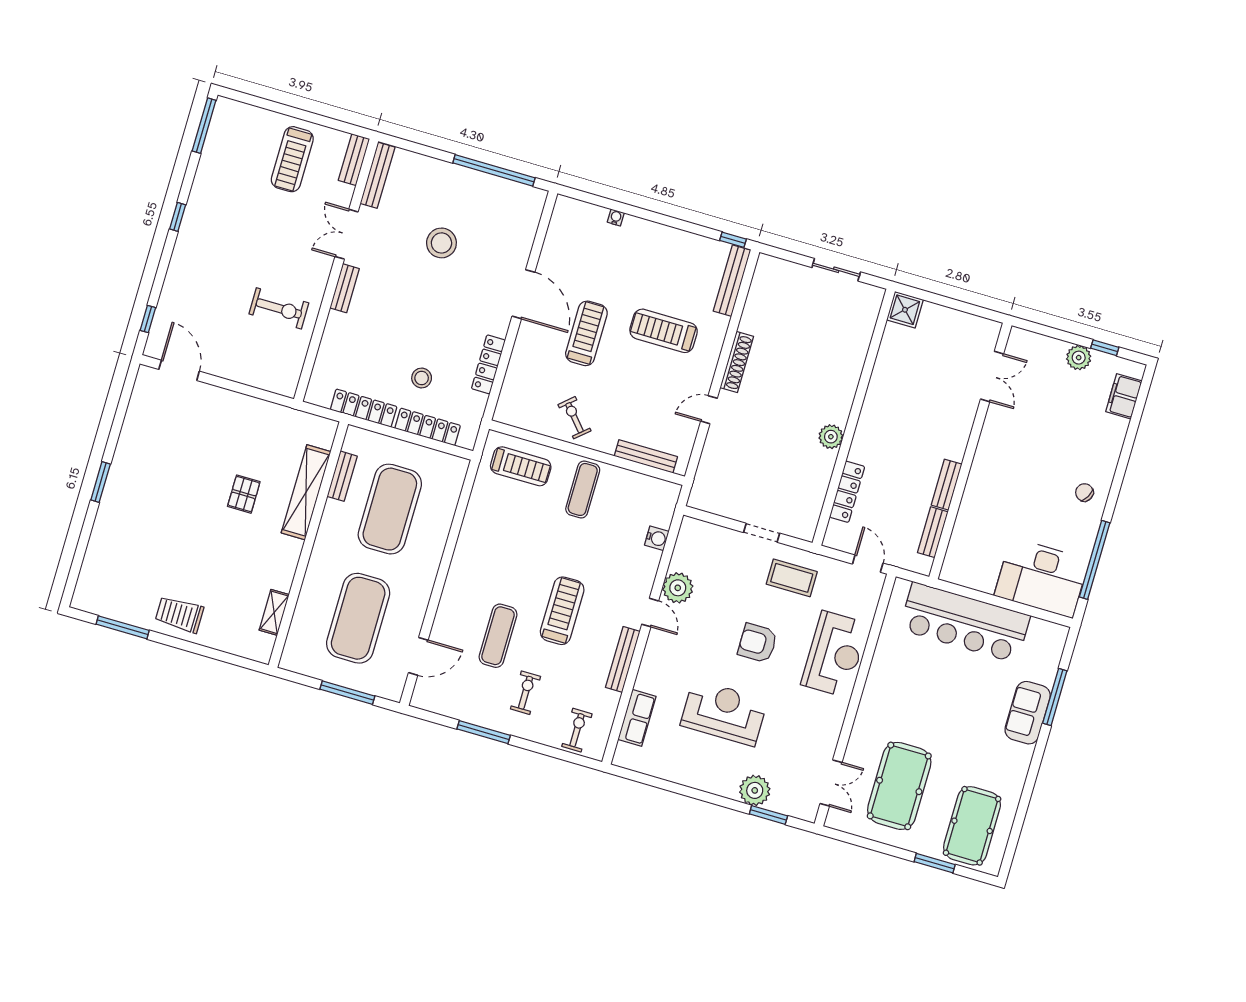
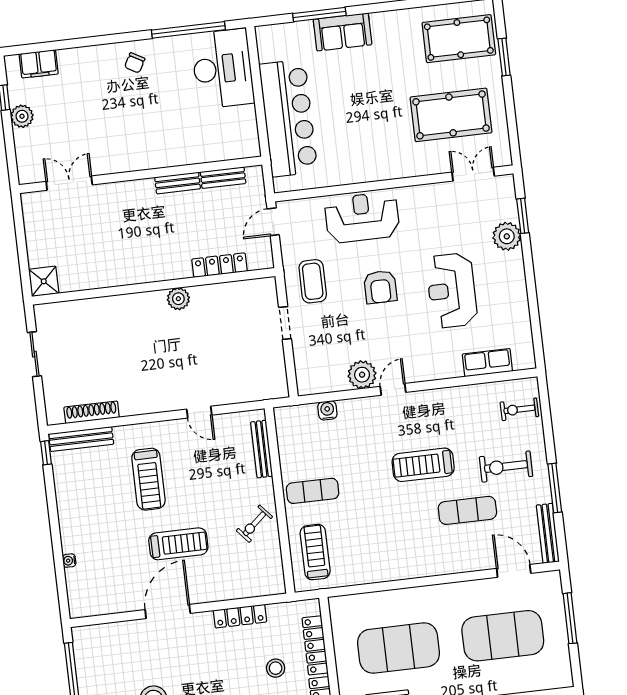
treadmill: (586, 333) -> (178, 544), turned 180
shoe rack: (737, 362) -> (92, 412), moved
bench: (623, 659) -> (548, 533), moved, turned 90
exercise bike: (526, 693) -> (506, 467), width x1.38, depth x1.39

